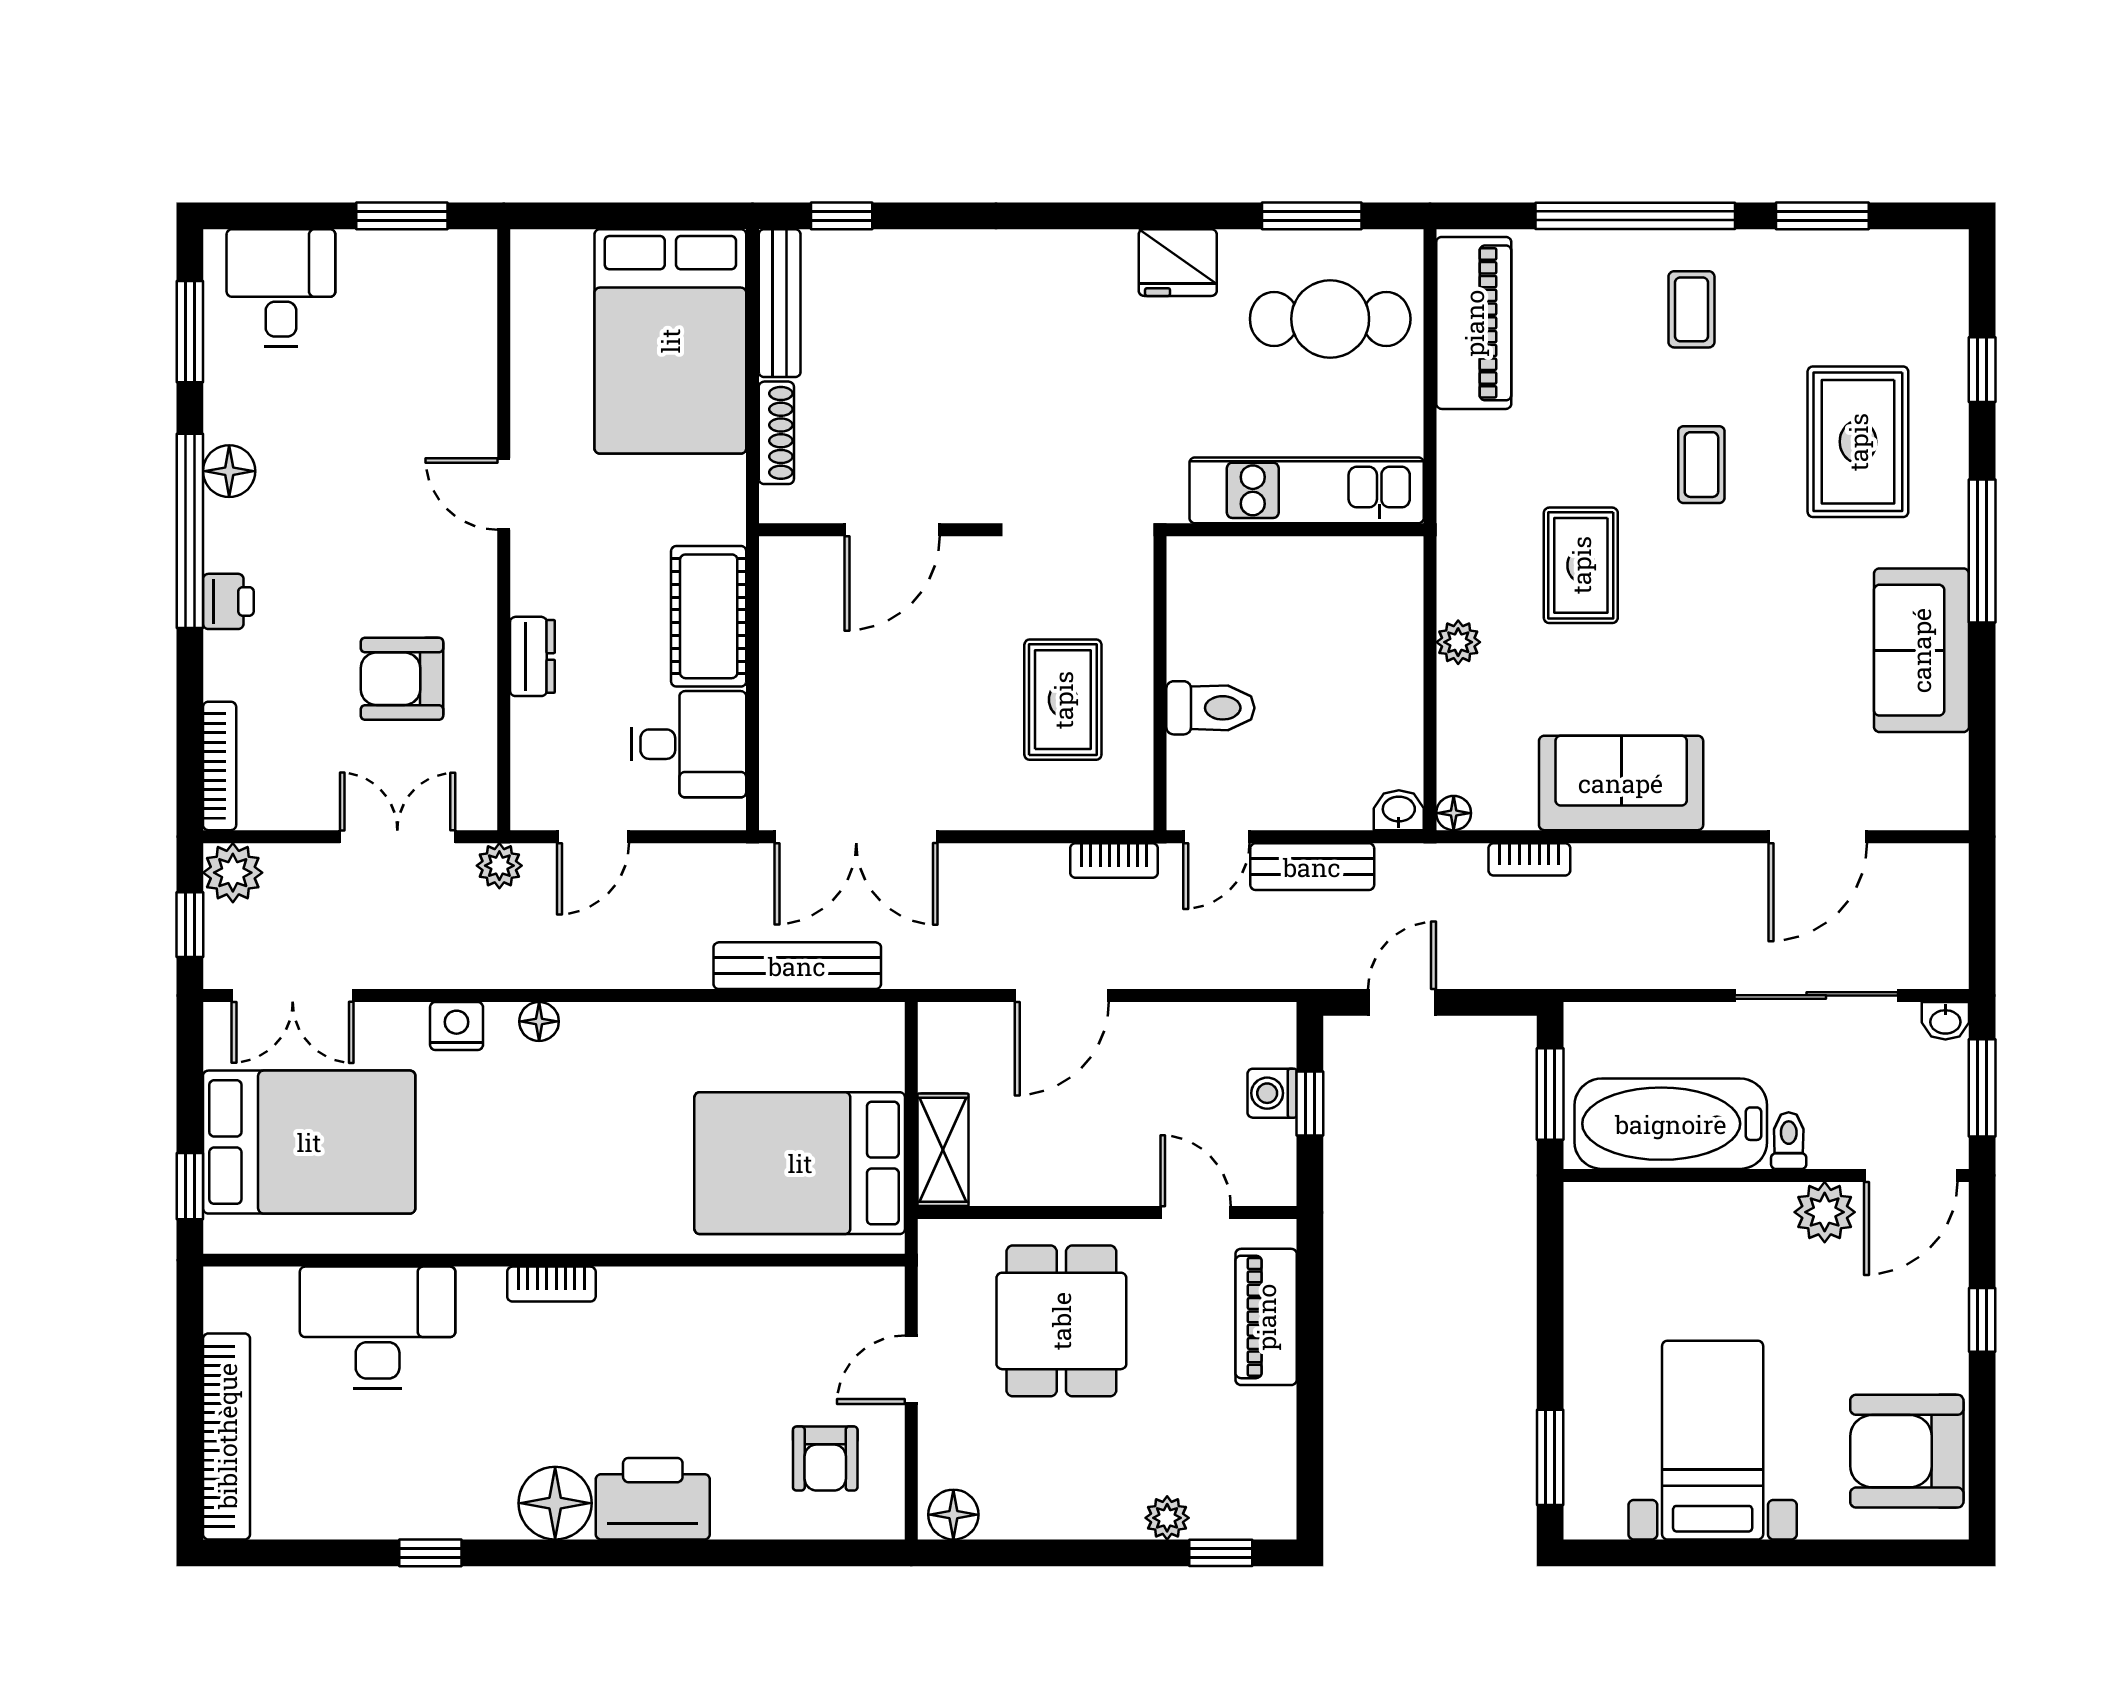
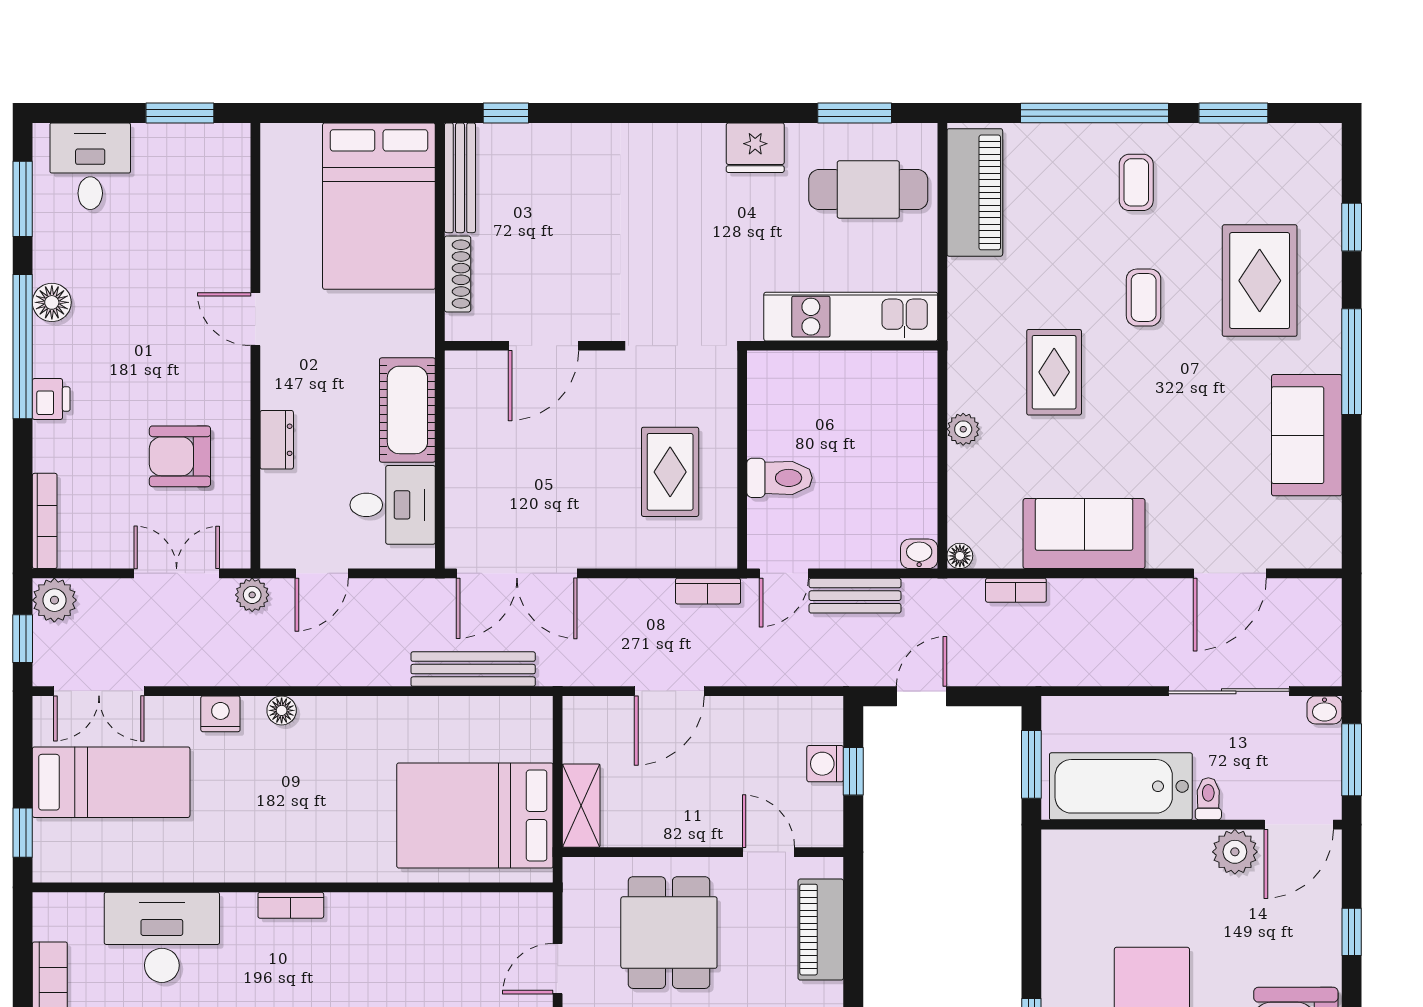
bed: (309, 1142) -> (111, 782), width x0.67

